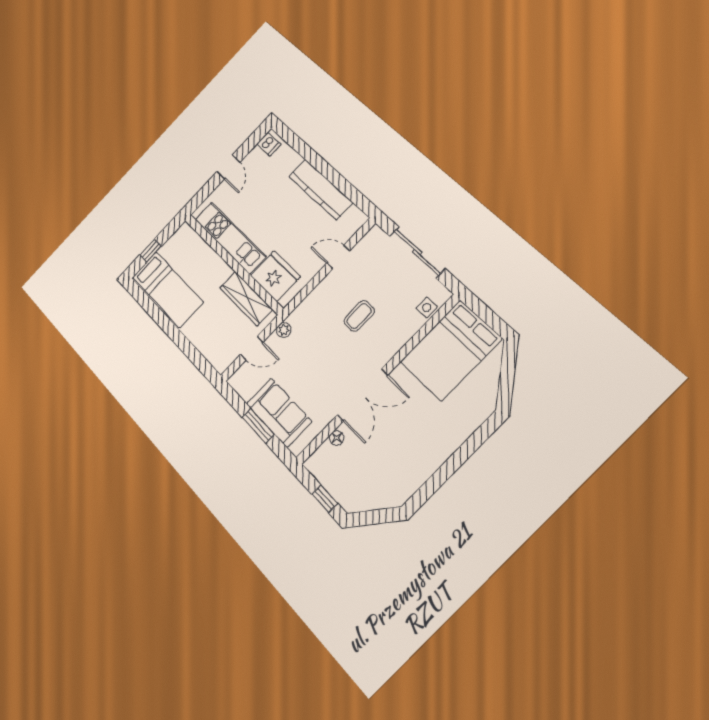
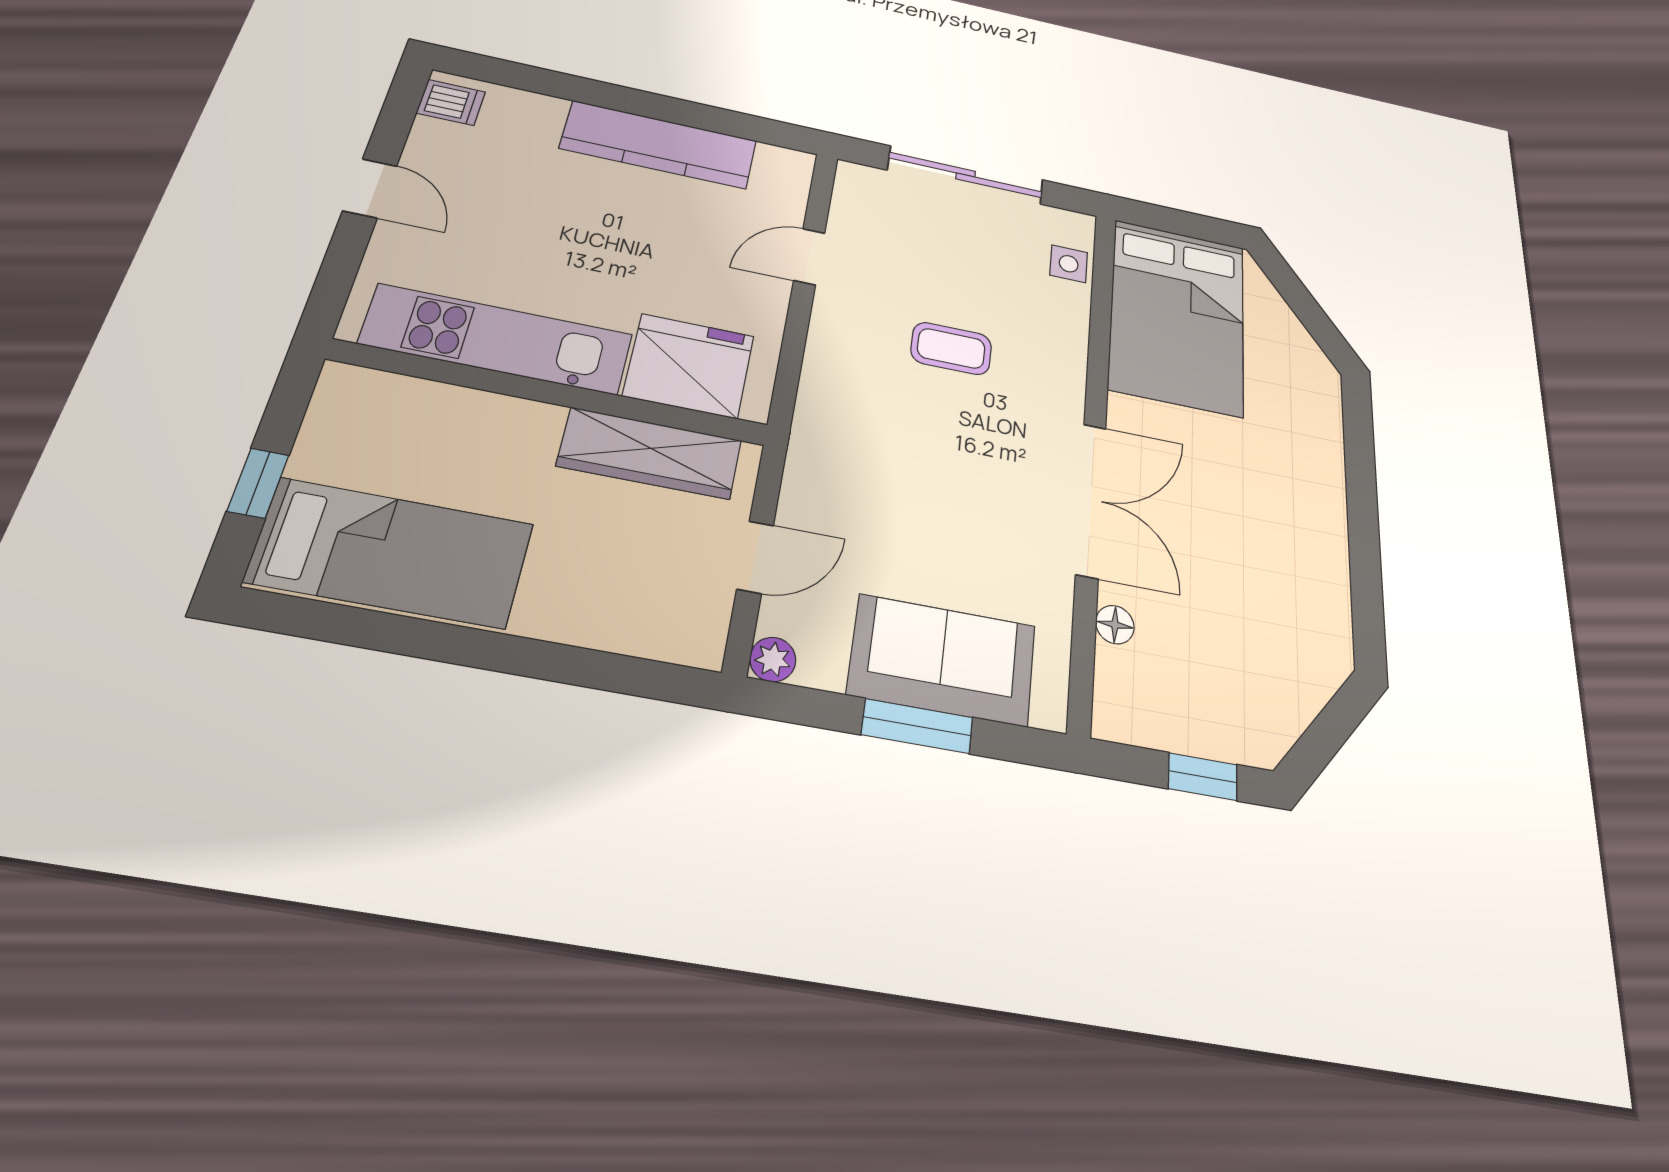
coffee table: (359, 316) -> (951, 348), turned 90
plant: (284, 330) -> (773, 659), moved

